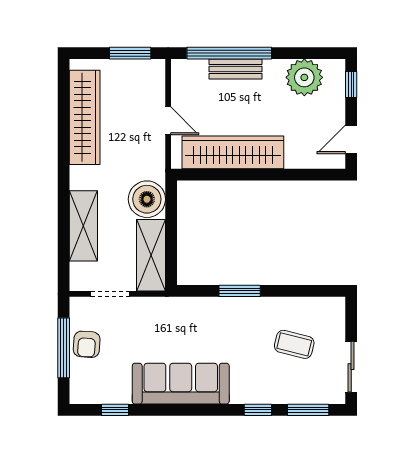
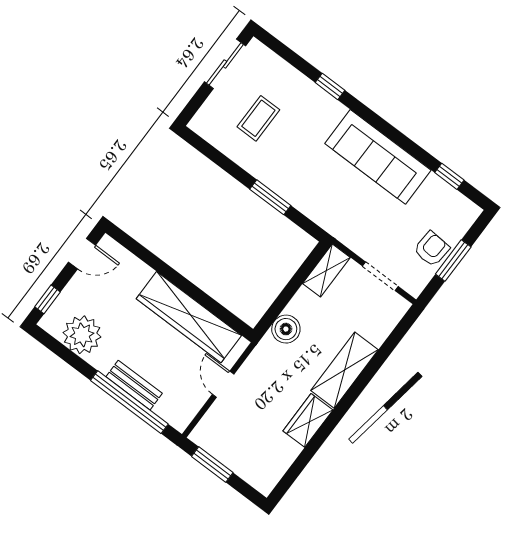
wardrobe: (85, 117) -> (308, 420), width x0.48, depth x0.85
boiler: (147, 199) -> (286, 329), width x0.73, depth x0.73
shelving: (83, 226) -> (345, 370), moved
shelving: (151, 255) -> (326, 271), width x0.67, depth x0.75
coffee table: (294, 344) -> (258, 118), turned 76
window: (64, 348) -> (453, 260), width x0.69
window: (308, 410) -> (288, 55), removed

